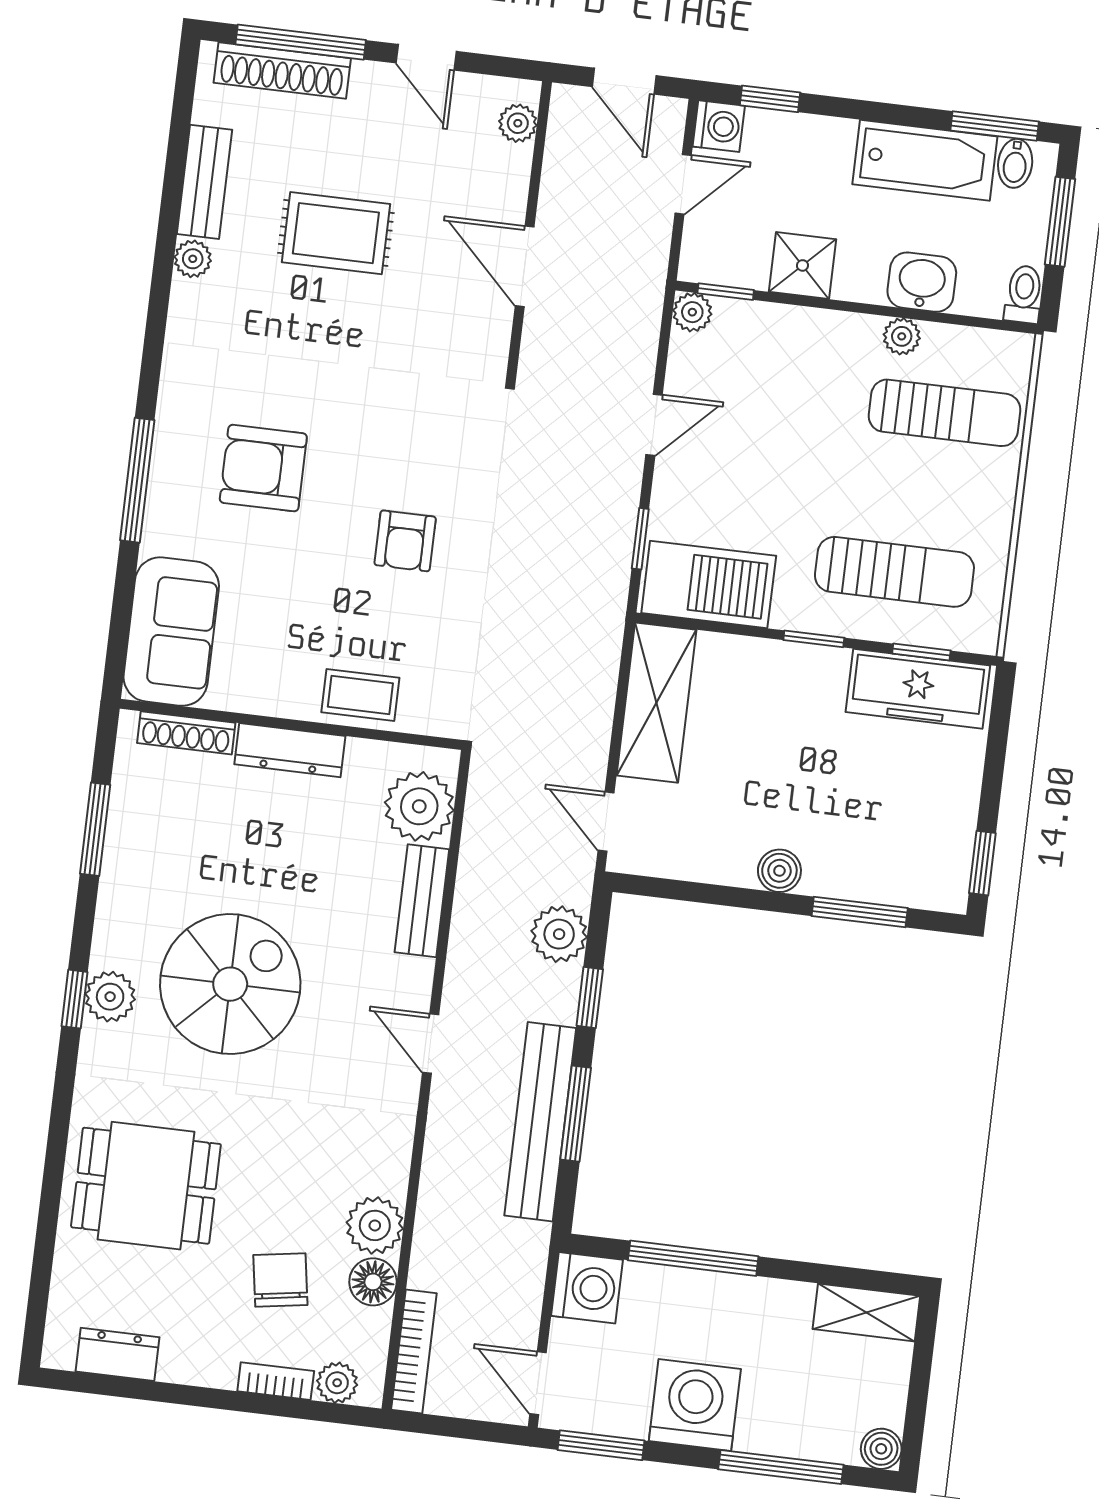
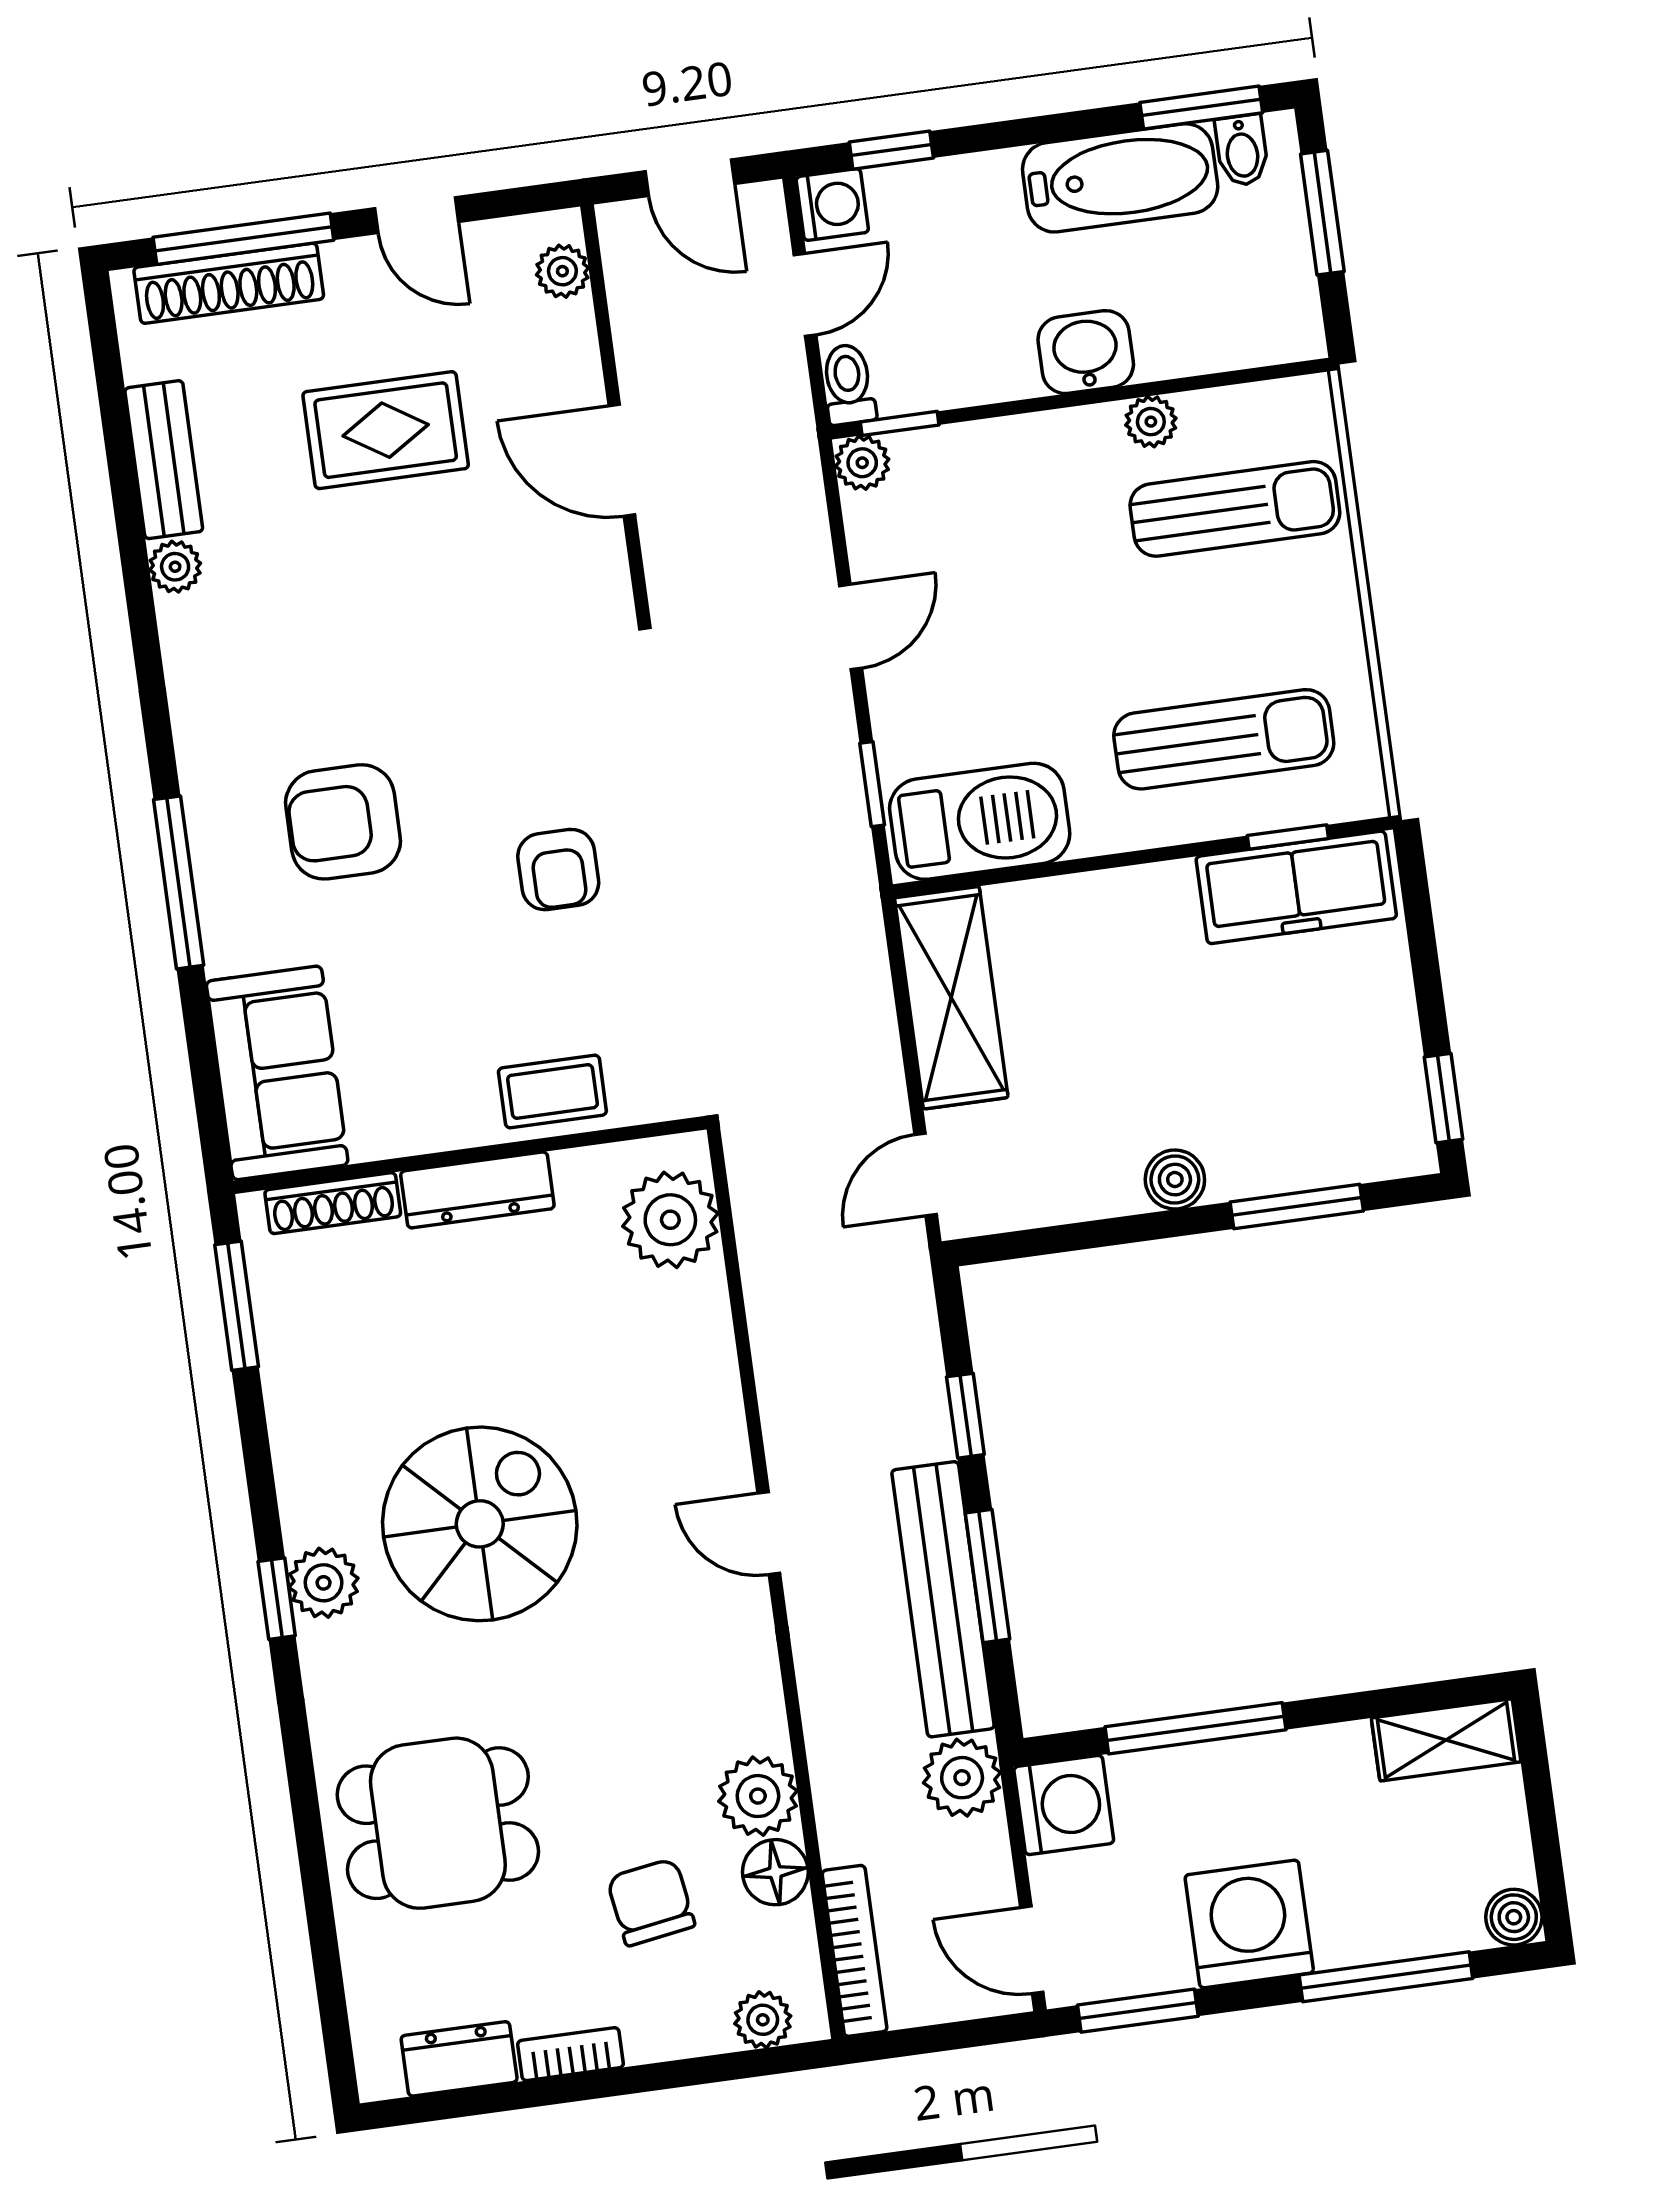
rug: (336, 233) -> (386, 430), moved
shower: (802, 265) -> (993, 362), removed
washbasin: (922, 282) -> (1086, 352), moved
toilet: (1024, 294) -> (848, 384), moved
window: (814, 639) -> (1139, 857), removed
door: (606, 822) -> (926, 1175), hinge flipped
window: (95, 829) -> (237, 1306), moved
bench: (422, 901) -> (707, 1345), removed
plant: (559, 934) -> (962, 1778), moved
bookcase: (276, 1381) -> (570, 2054), moved

